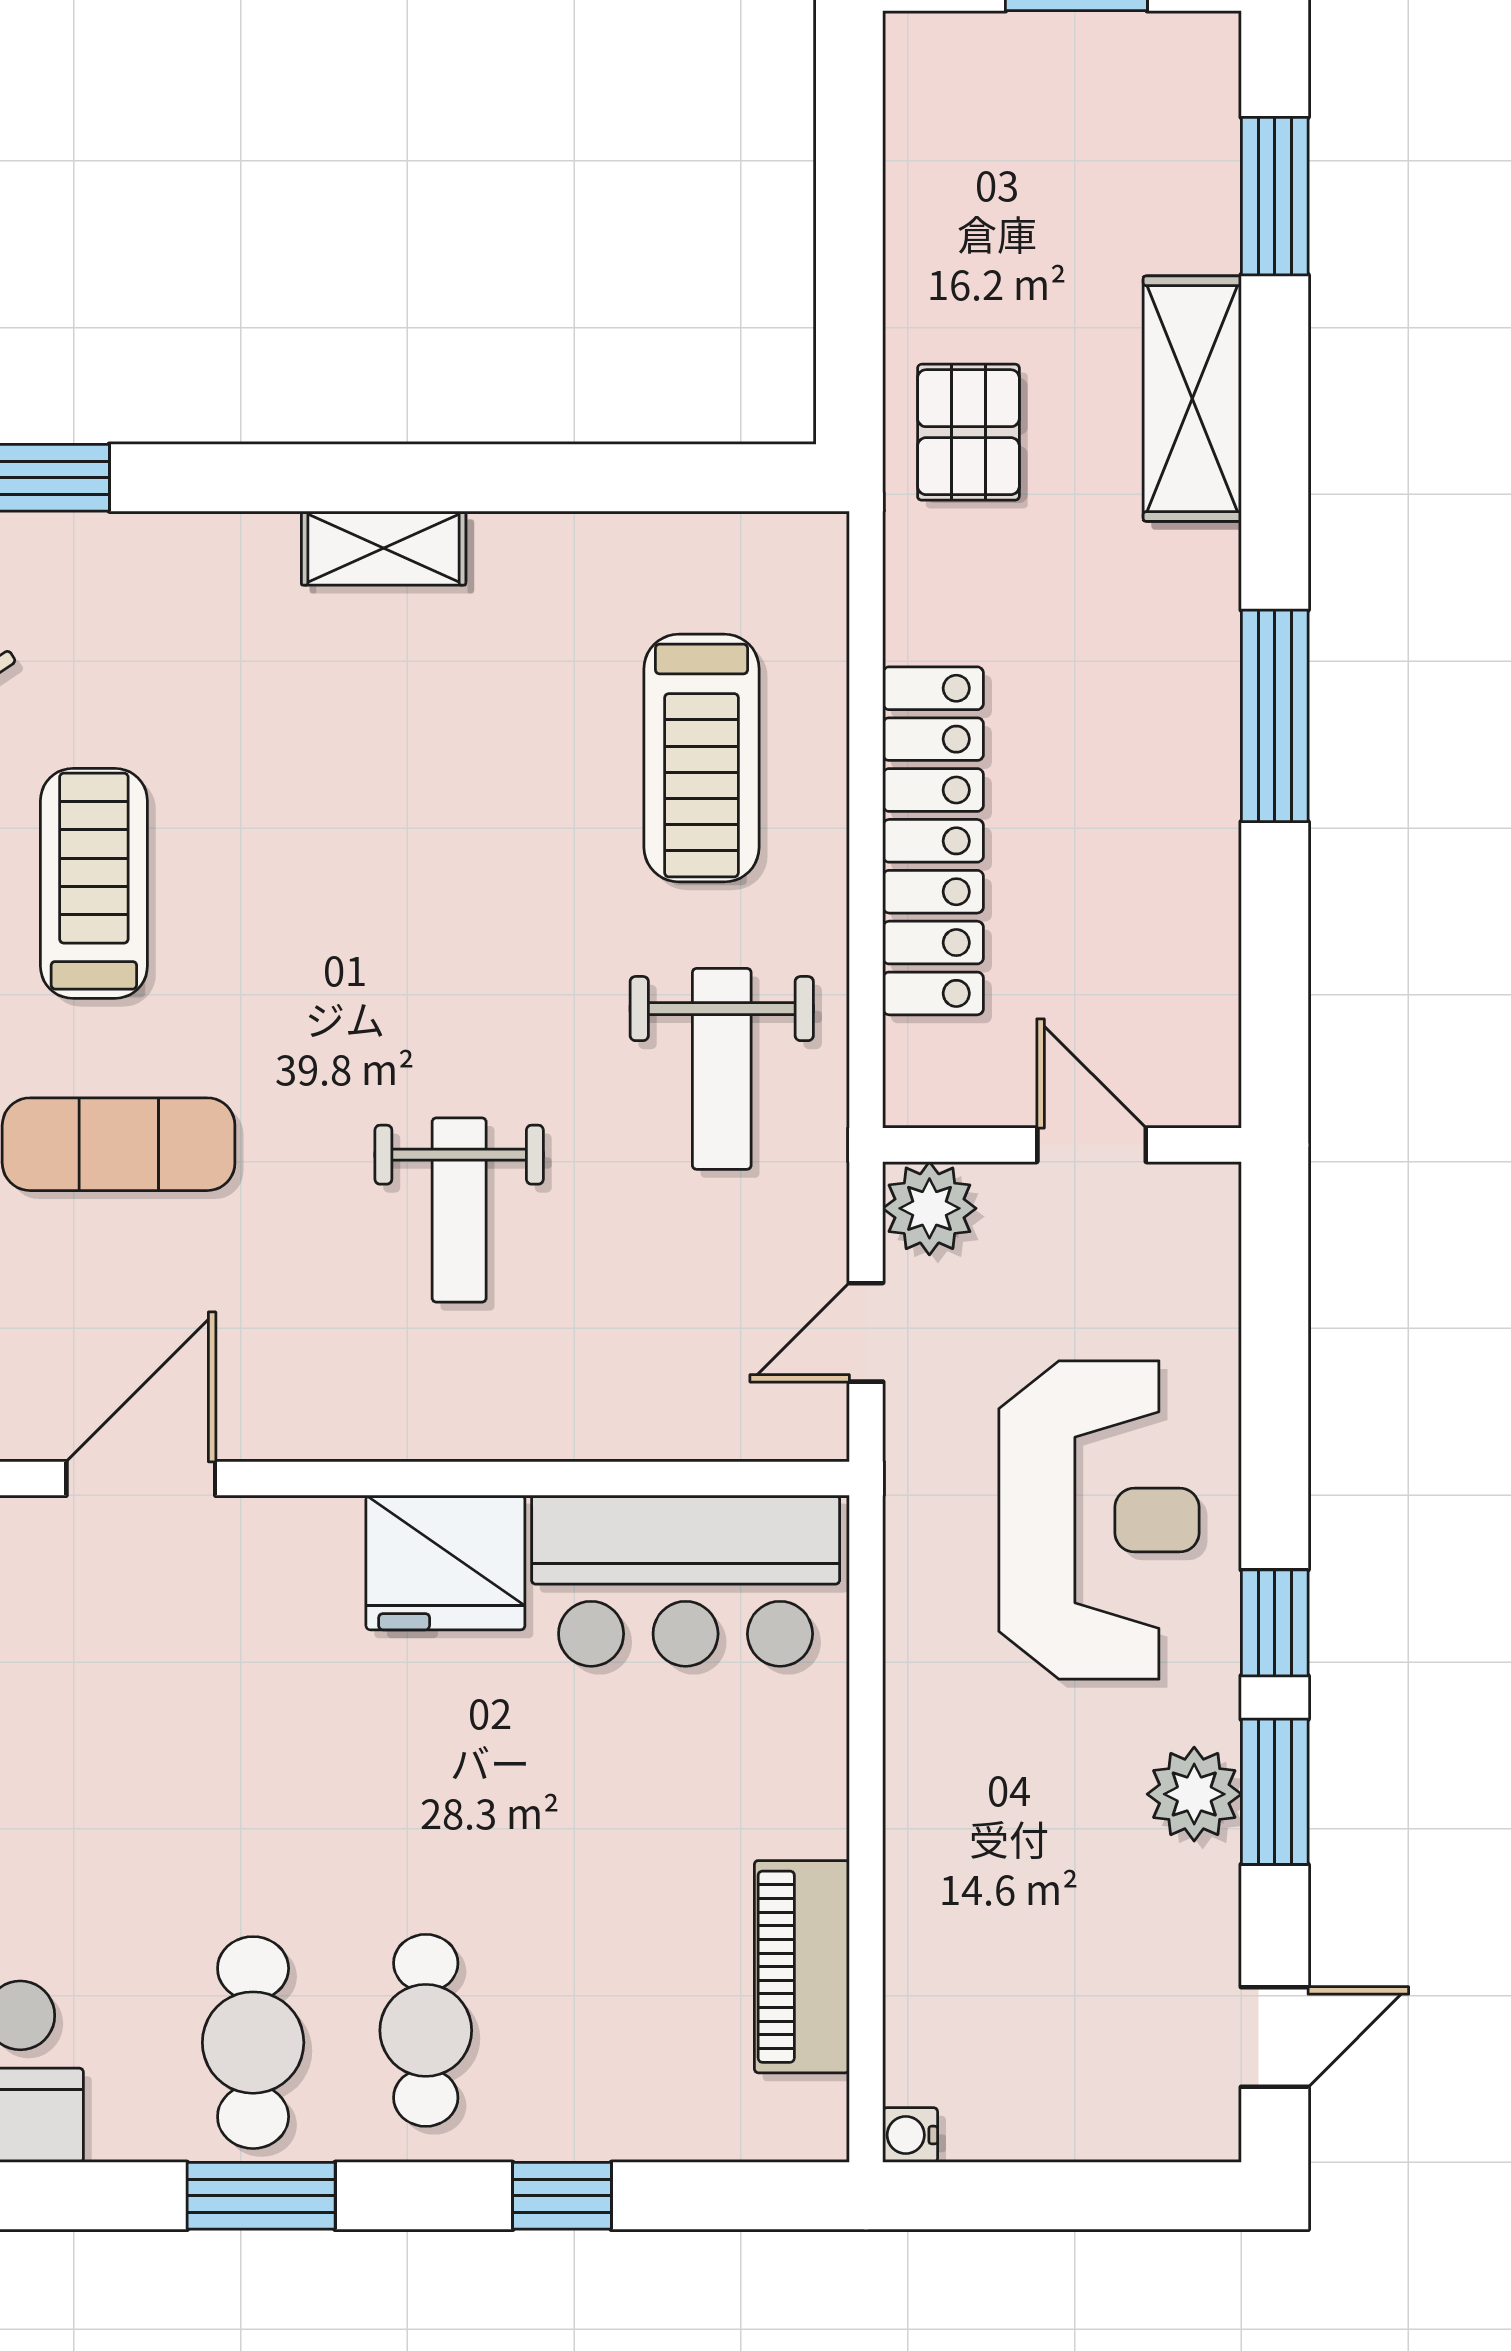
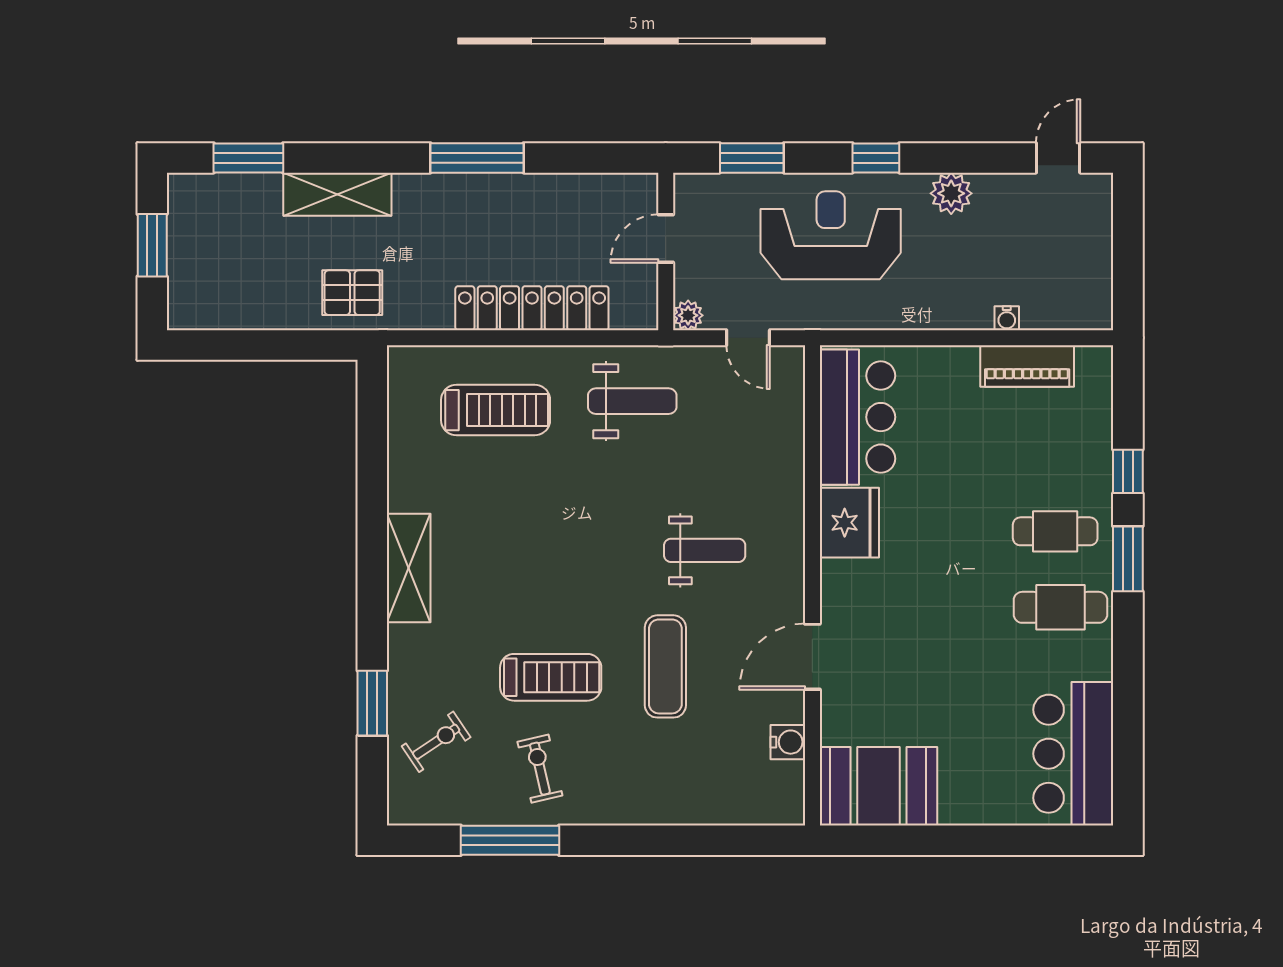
shelving: (384, 548) -> (409, 568), width x1.50, depth x1.33
treadmill: (94, 883) -> (551, 677), turned 180
plant: (929, 1208) -> (688, 315), width x0.73, depth x0.73
weight bench: (459, 1210) -> (705, 550), moved
door: (141, 1479) -> (812, 657), hinge flipped
window: (1275, 1792) -> (752, 158), moved
door: (1275, 2037) -> (1058, 158), hinge flipped
water cooler: (910, 2135) -> (1007, 318), moved
window: (261, 2196) -> (1128, 559), moved

